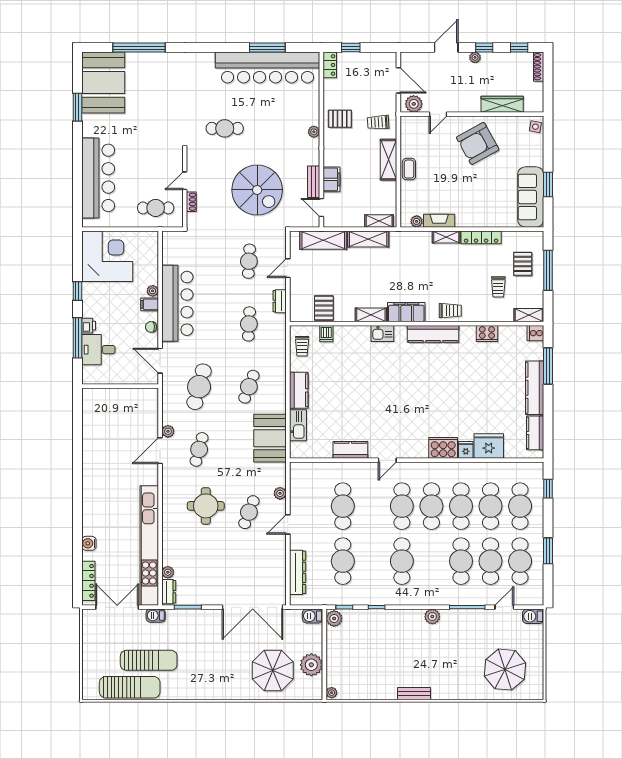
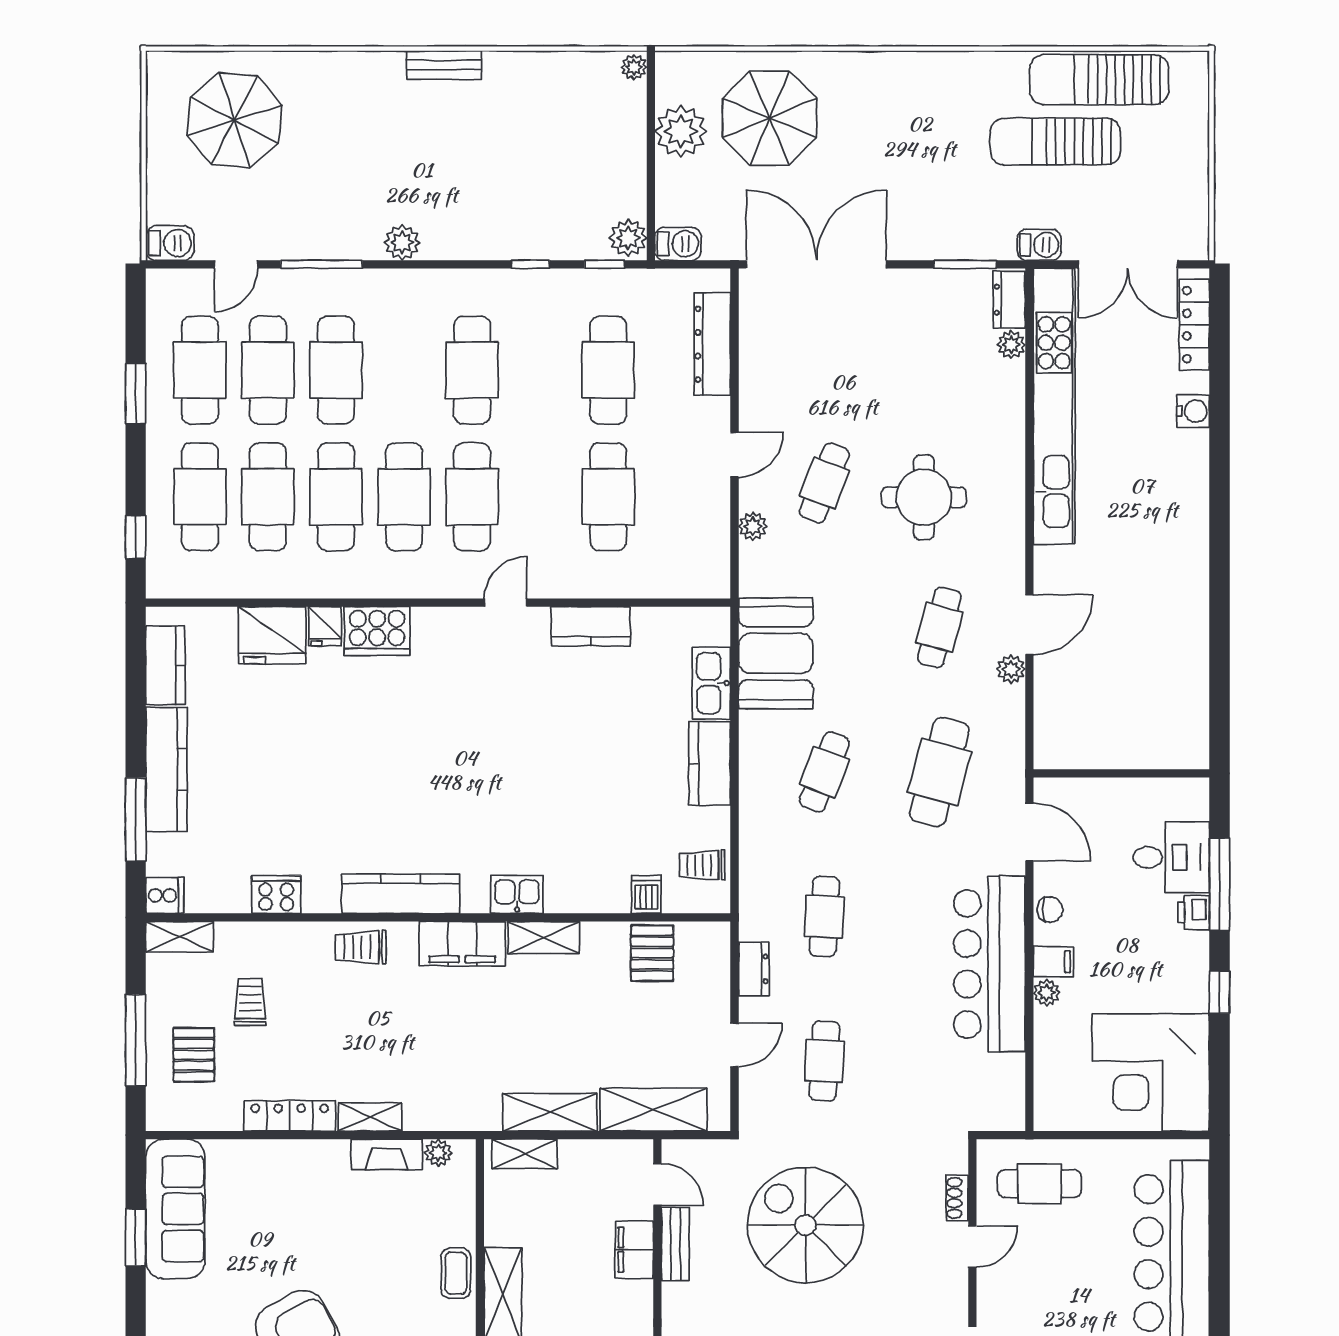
trolley: (302, 346) -> (702, 865), turned -90

